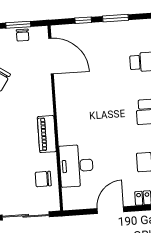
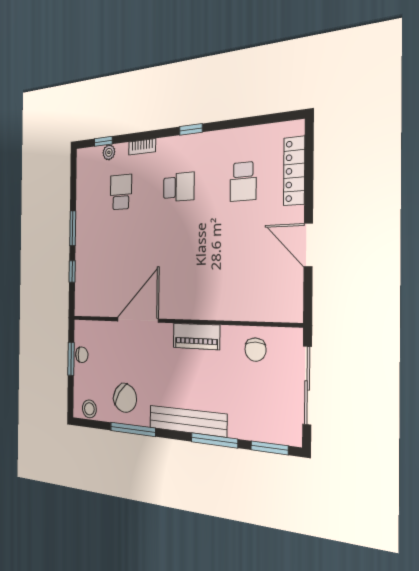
door: (51, 56) -> (138, 320), moved
desk: (76, 166) -> (241, 296), removed

